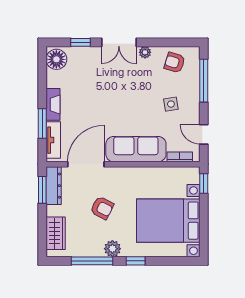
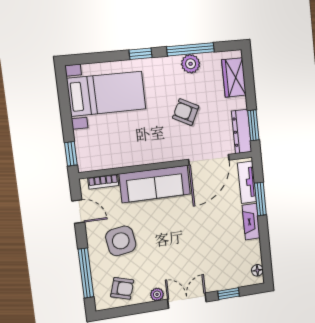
floor lamp: (56, 59) -> (257, 270), width x0.53, depth x0.53
side table: (171, 104) -> (121, 241), width x1.87, depth x1.87
bed with nightstands: (168, 221) -> (107, 94), width x0.73
plant: (112, 249) -> (191, 64), moved

